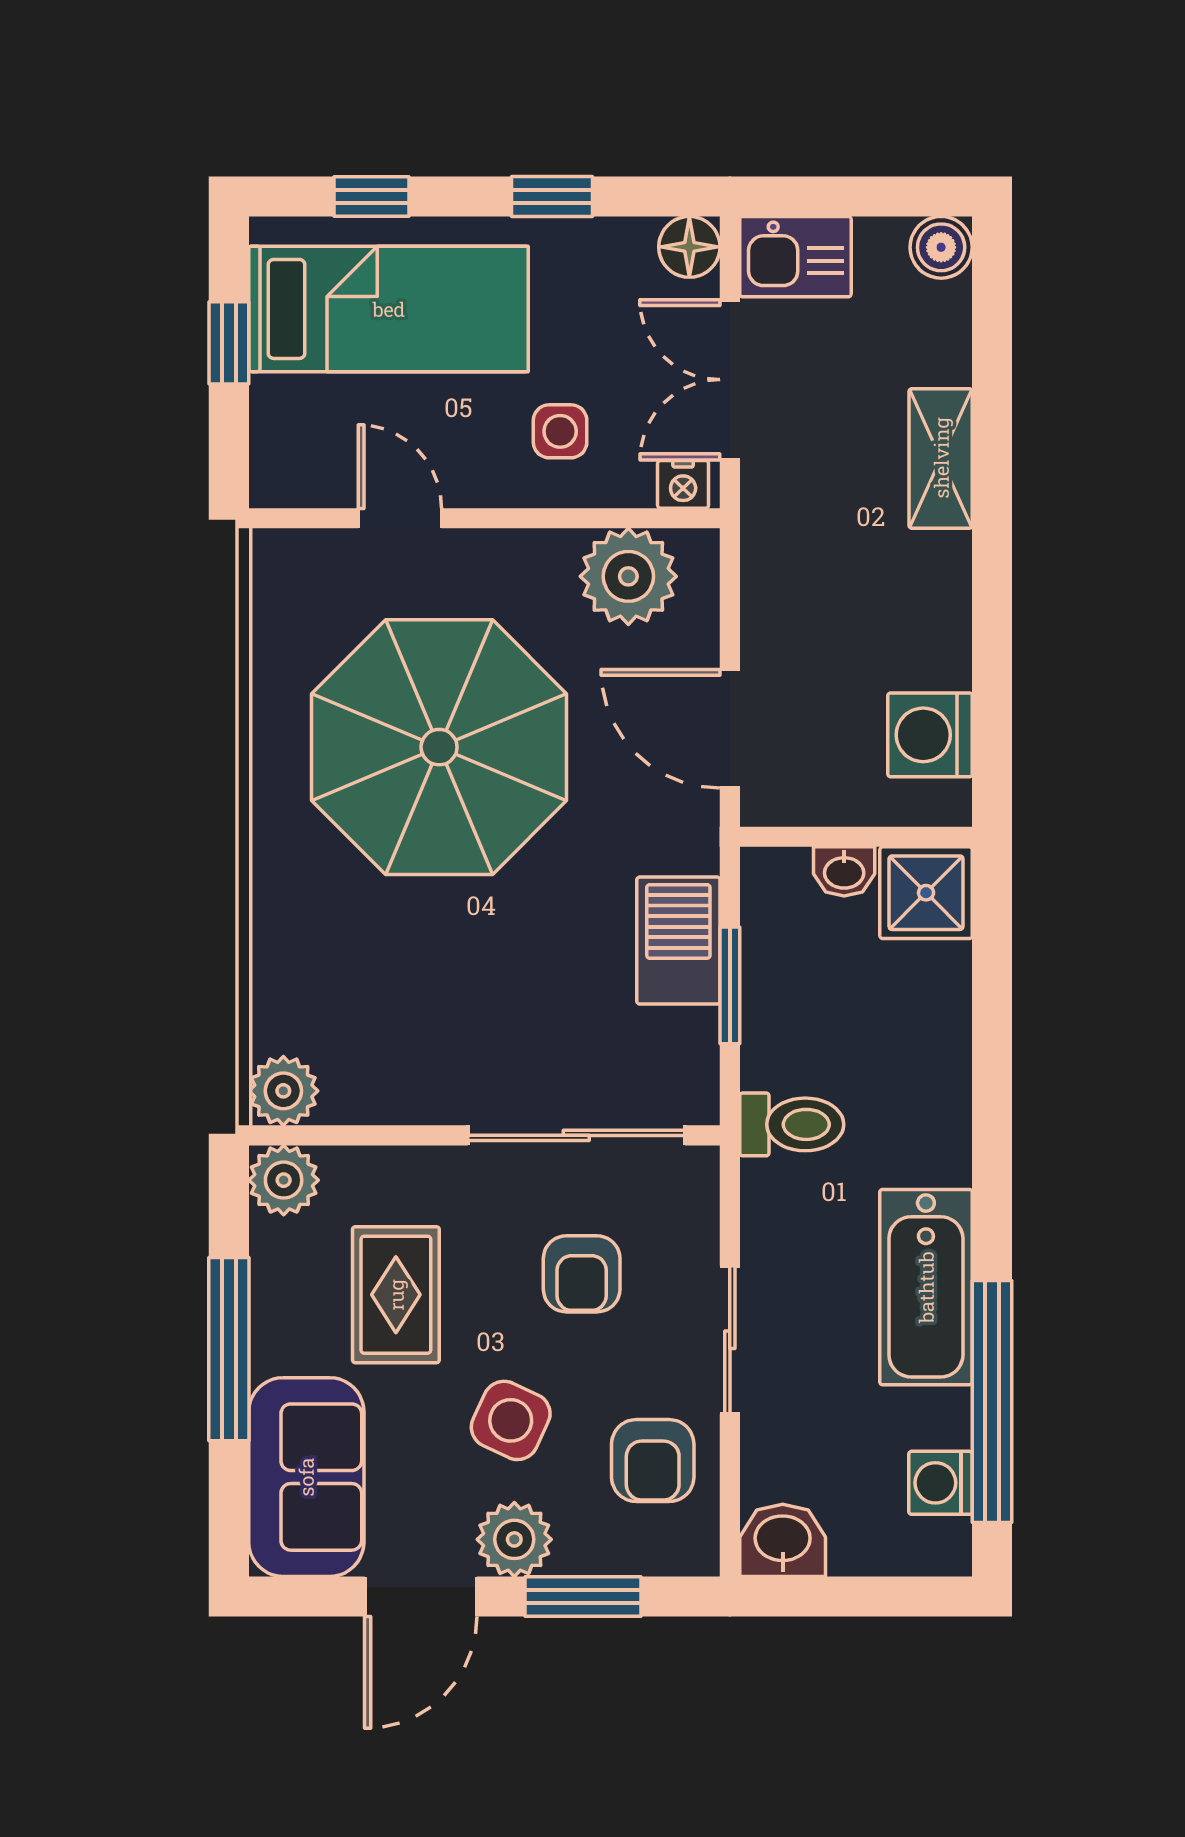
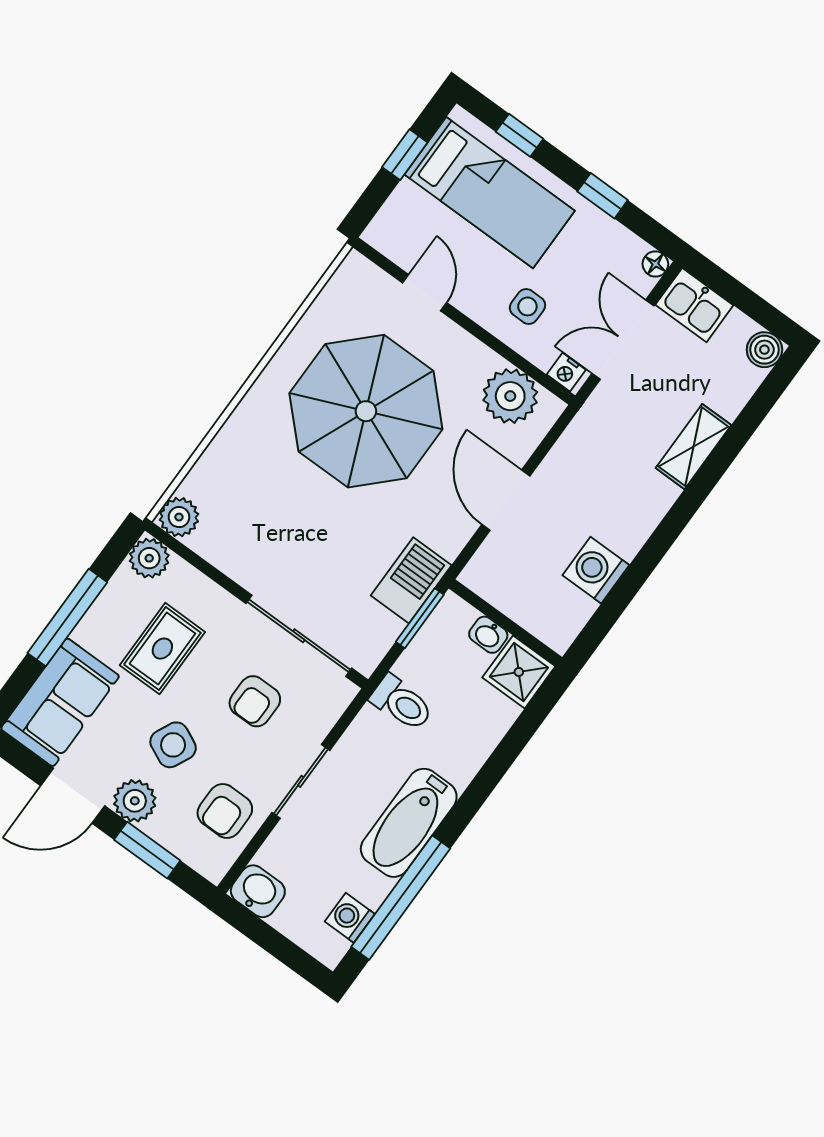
floor lamp: (689, 247) -> (655, 264), width x0.73, depth x0.73
wall: (856, 837) -> (505, 623), moved
washbasin: (844, 871) -> (488, 635), moved
shower: (926, 893) -> (519, 672), moved

